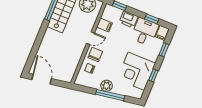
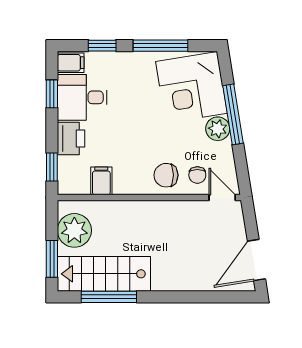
door: (90, 38) -> (222, 198), moved
corner desk: (136, 71) -> (191, 87), moved, turned 81
window: (153, 75) -> (160, 46), width x2.17

